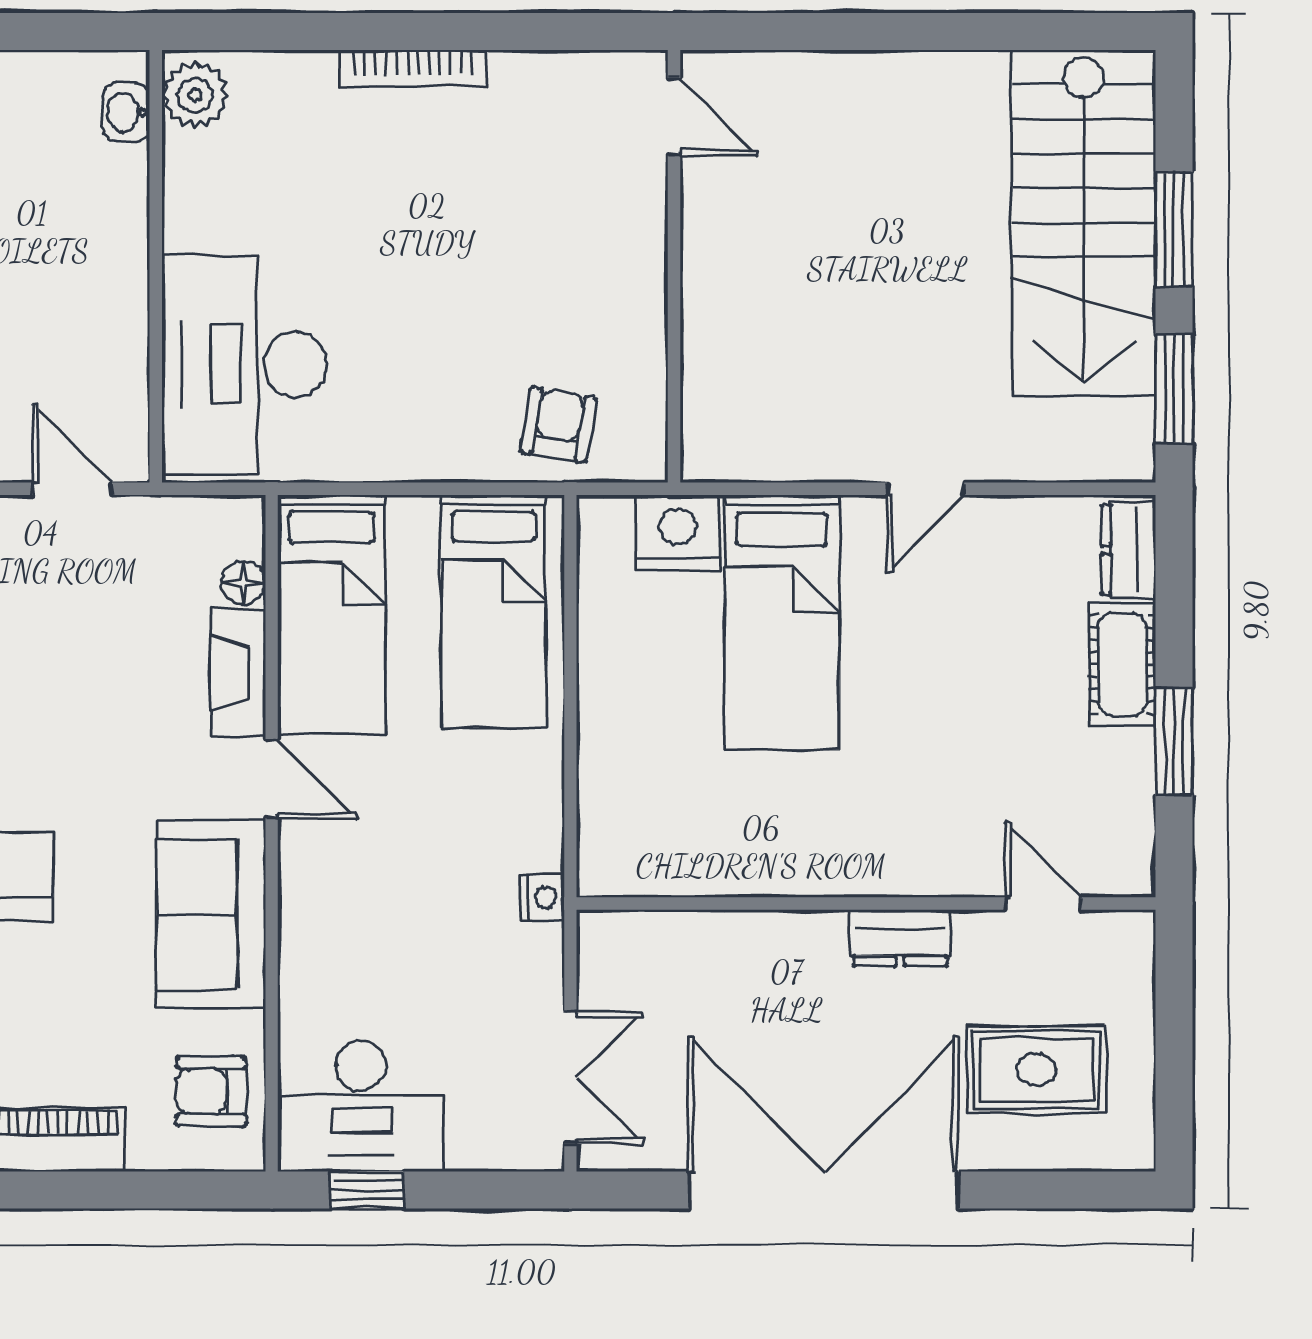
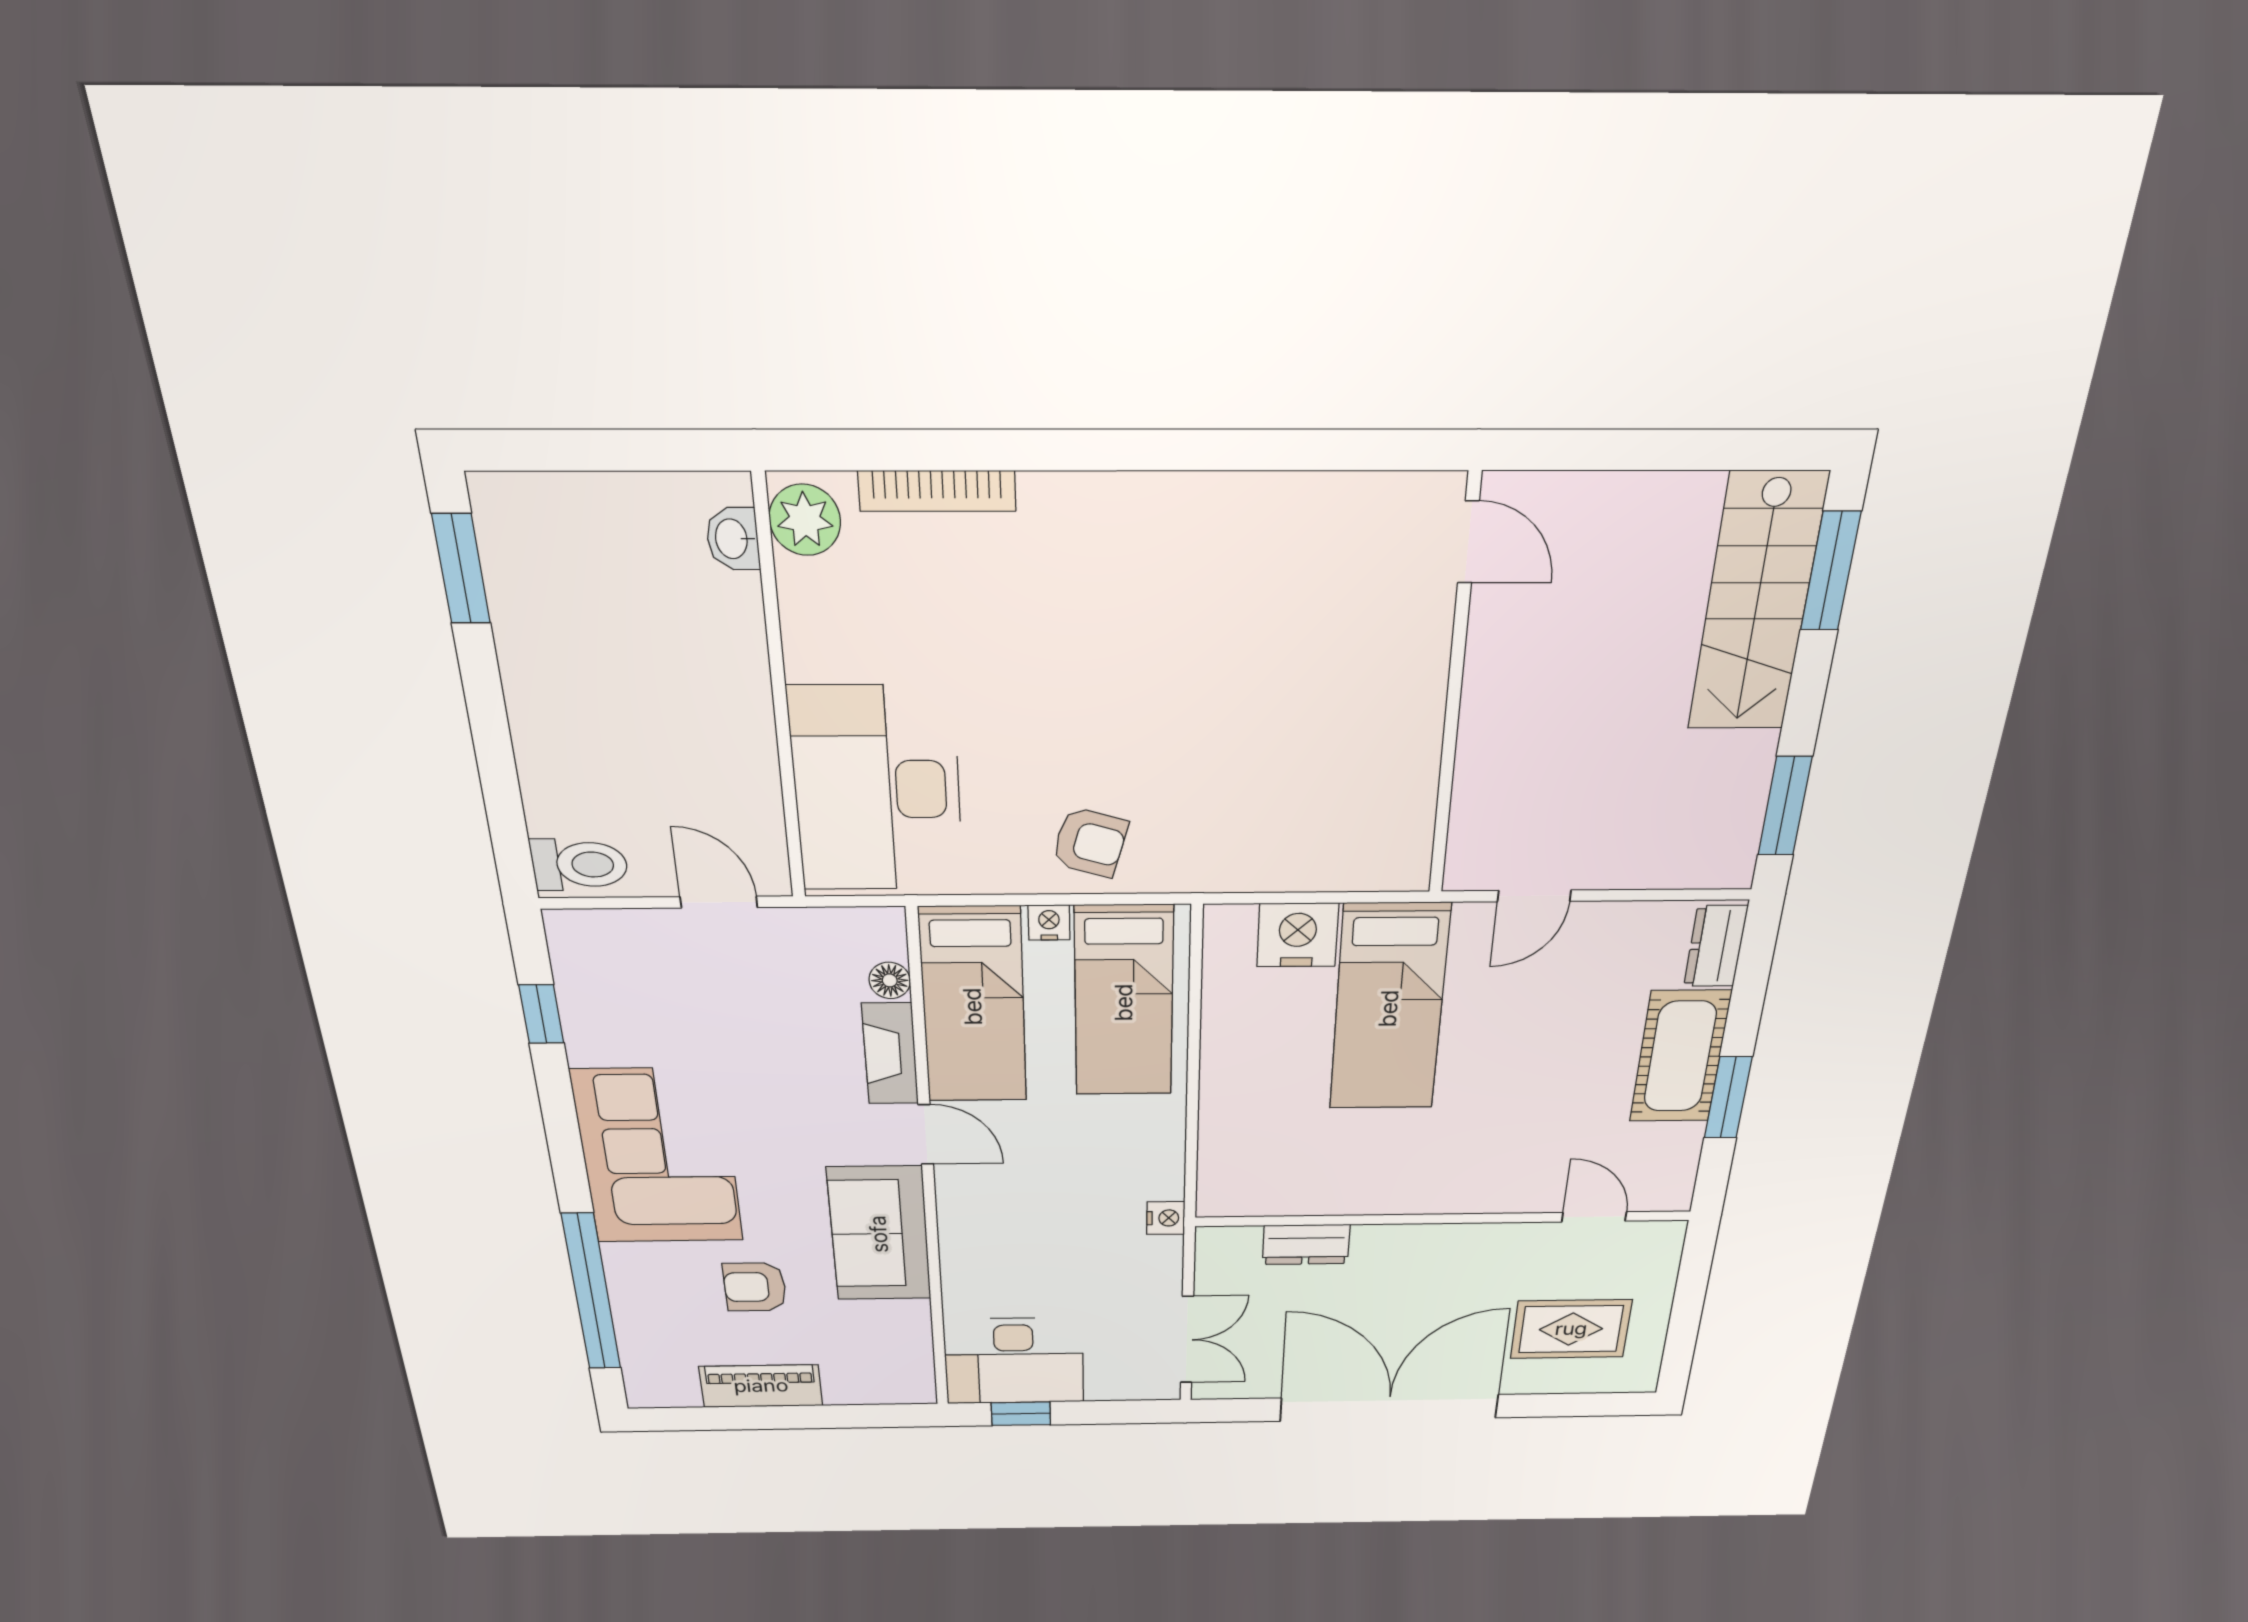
bookcase: (413, 68) -> (937, 491), moved
door: (674, 117) -> (1468, 542), moved
stairs: (1084, 223) -> (1757, 603), width x0.73, depth x0.66
window: (1174, 229) -> (1831, 571), moved
wall: (674, 266) -> (1454, 693), moved
armchair: (558, 425) -> (1090, 842), moved, turned 97
nightstand: (415, 515) -> (1049, 922), added
cot: (1122, 665) -> (1680, 1057), width x1.37, depth x1.34
dresser: (900, 938) -> (1306, 1244), moved
armchair: (211, 1091) -> (755, 1287), moved

